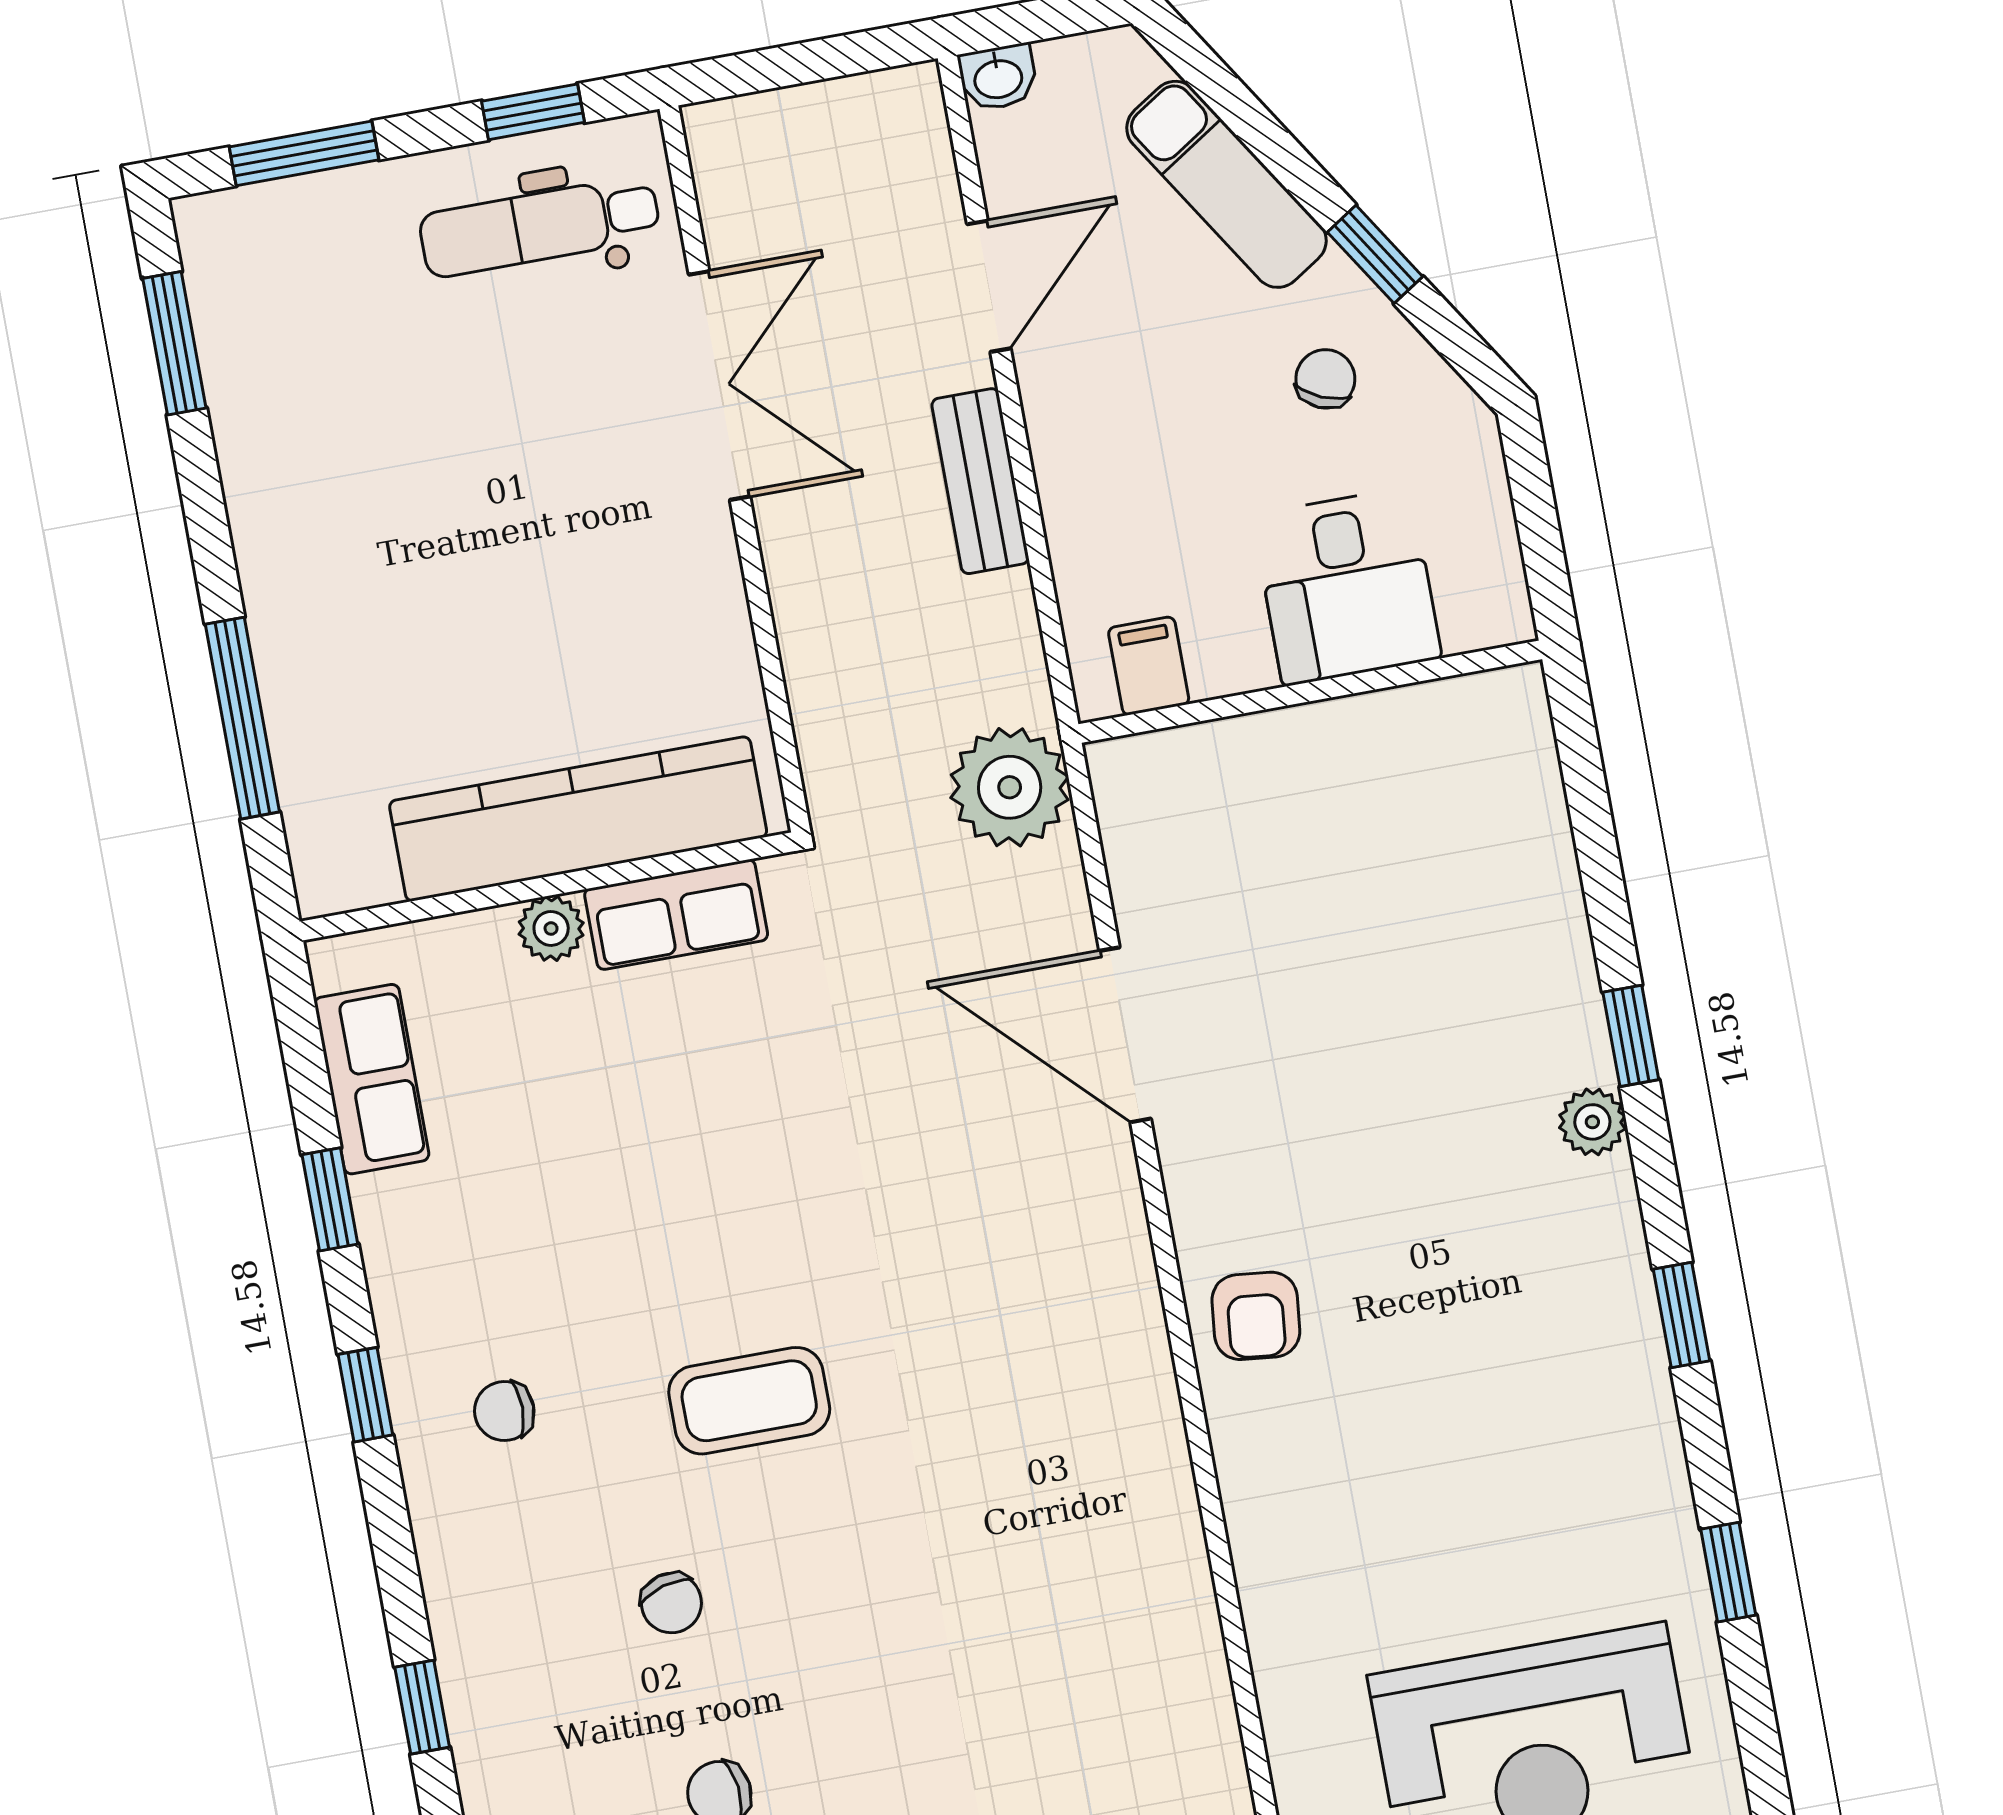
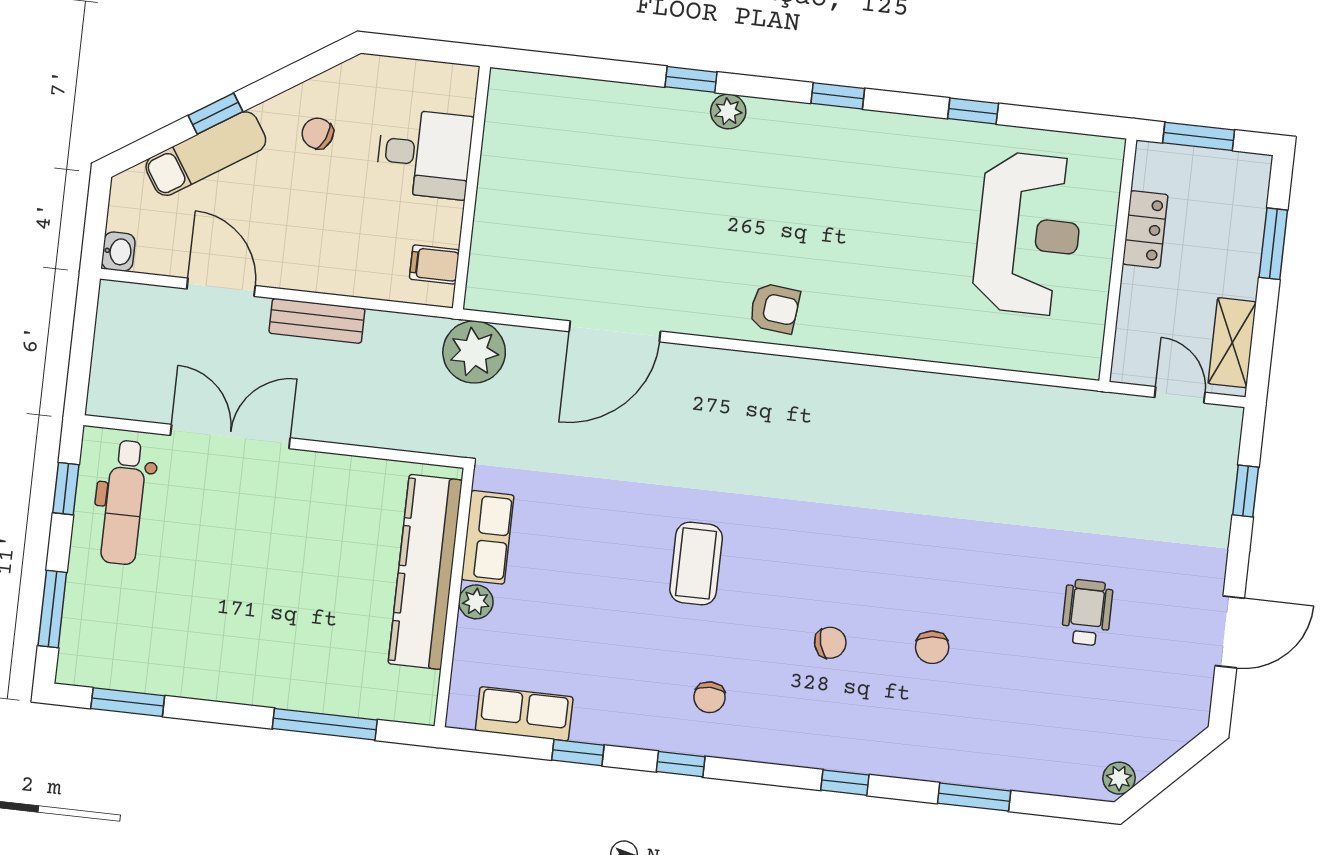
window: (1375, 254) -> (215, 114), moved
coffee table: (749, 1401) -> (696, 563), moved

